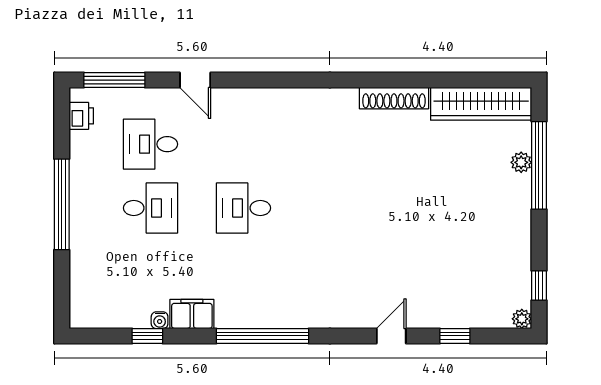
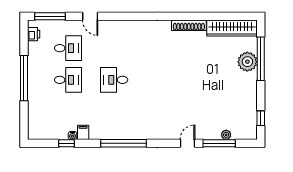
desk: (150, 144) -> (68, 48), turned 180
plant: (521, 162) -> (247, 62), width x1.87, depth x1.87
filing cabinet: (192, 314) -> (83, 132), width x0.50
plant: (522, 319) -> (226, 135), moved
window: (455, 336) -> (219, 143), width x2.17

